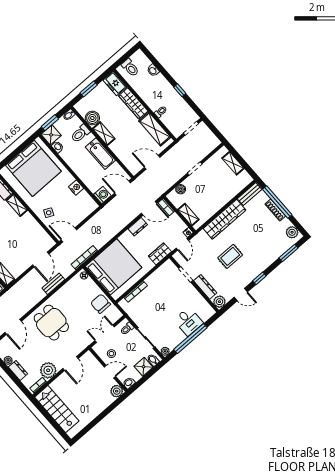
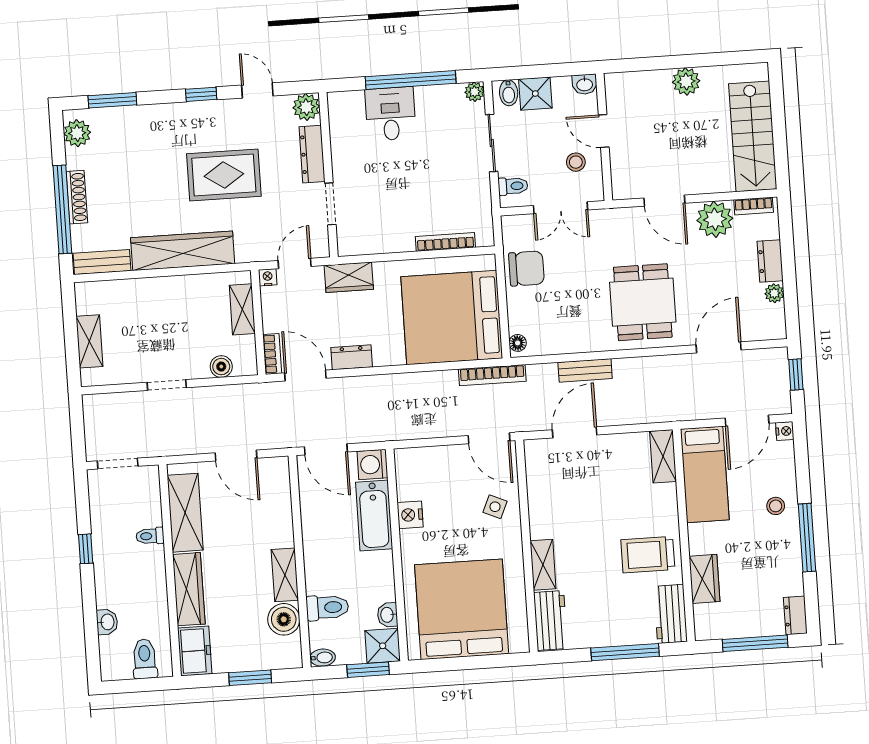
bathtub: (100, 154) -> (374, 515), moved, turned 180
rug: (230, 256) -> (224, 175), width x1.36, depth x1.43
chair: (101, 304) -> (526, 268), turned -90
door: (71, 364) -> (664, 201), swing flipped
plant: (117, 391) -> (686, 81), moved

